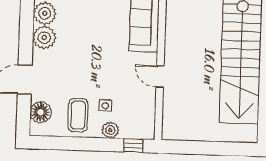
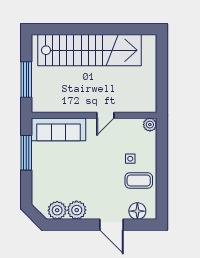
plant: (110, 130) -> (150, 125), moved
window: (133, 146) -> (162, 135), removed

